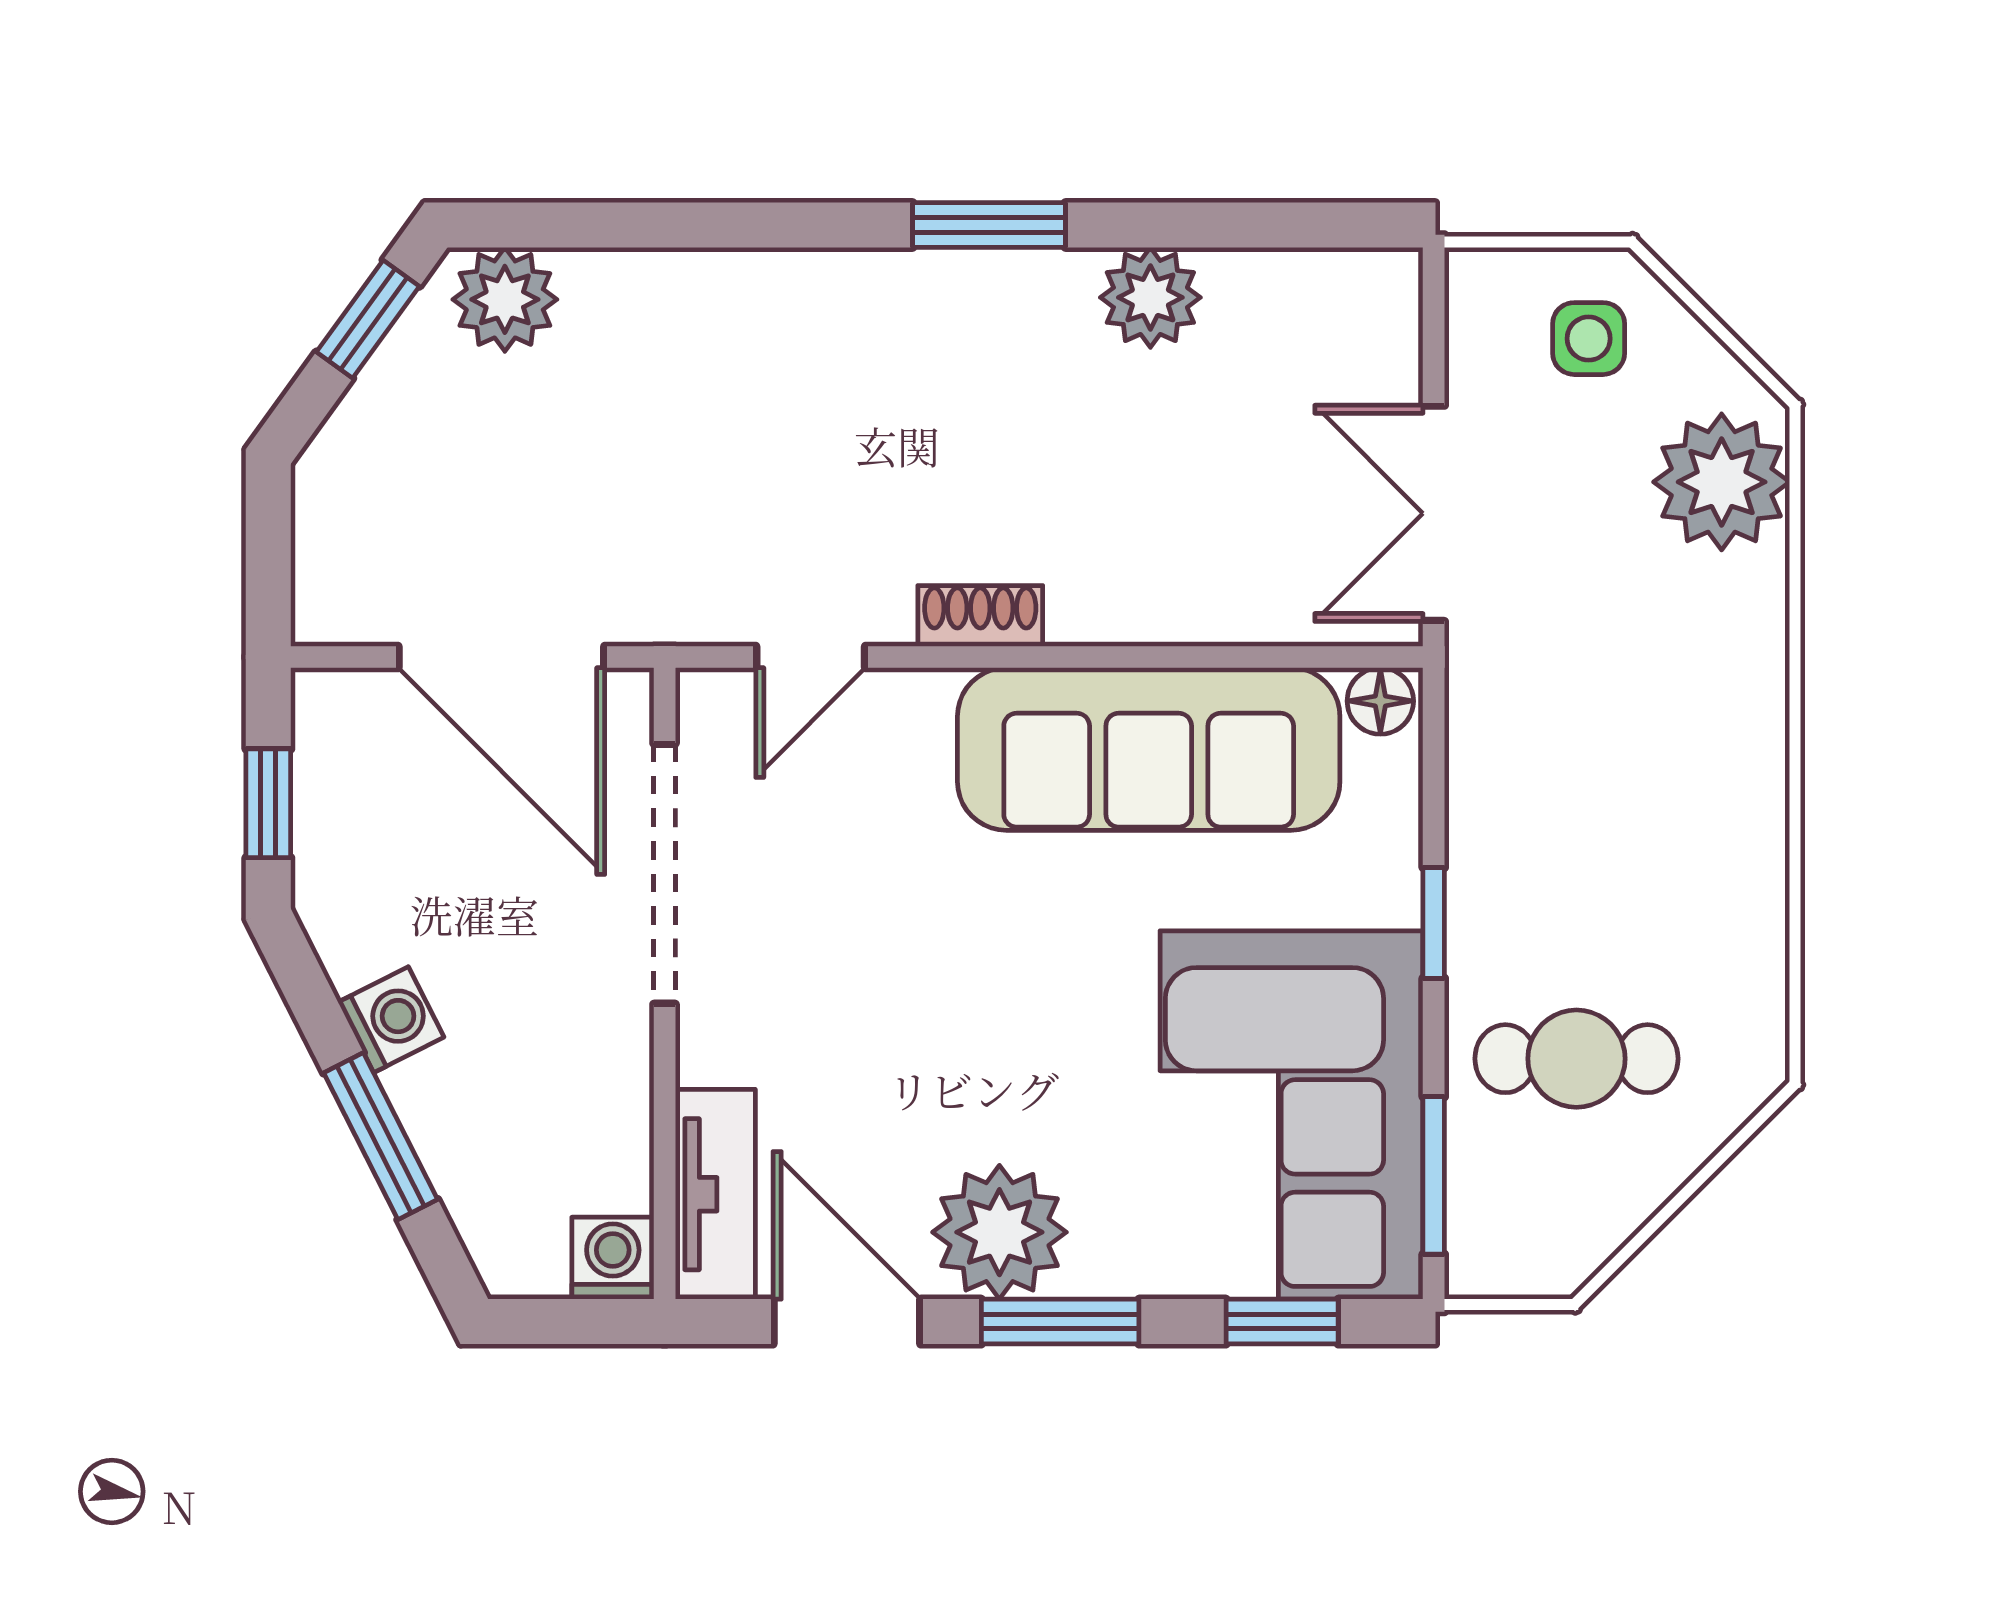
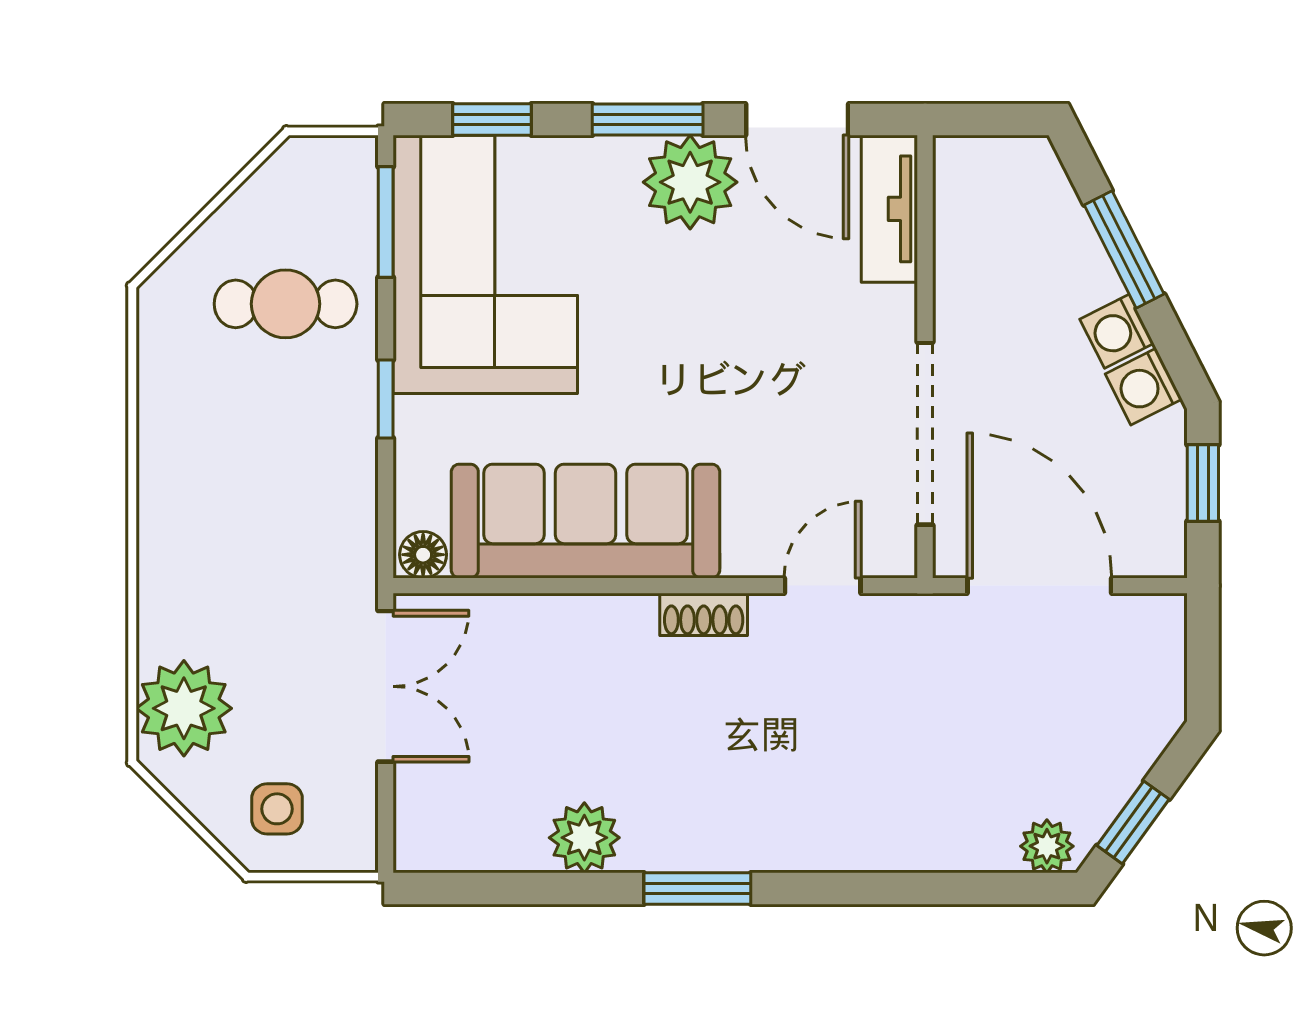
plant: (505, 299) -> (1047, 846), width x0.73, depth x0.73
washing machine: (613, 1258) -> (1144, 387), moved, turned 63

